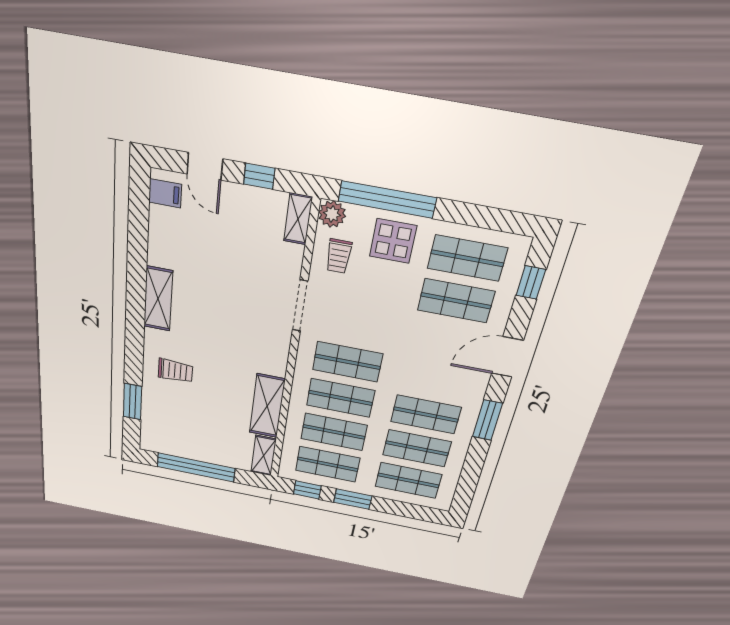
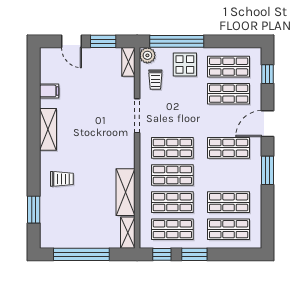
window: (259, 176) -> (103, 41), width x1.50
filing cabinet: (165, 193) -> (49, 91), moved
shop shelf: (426, 414) -> (229, 148), moved

